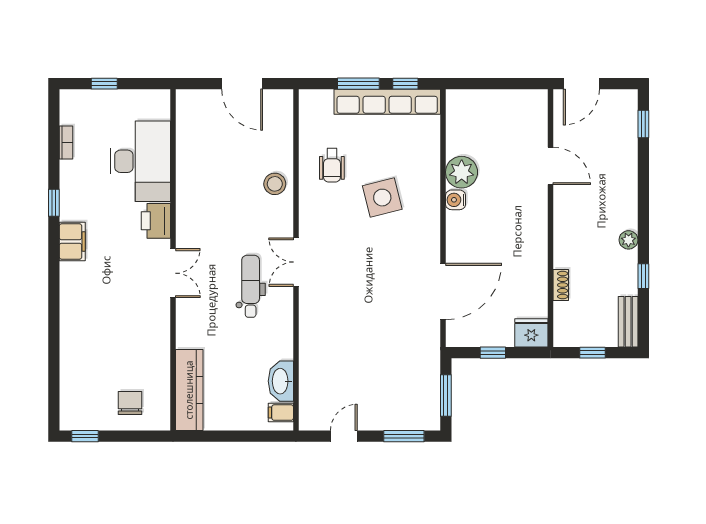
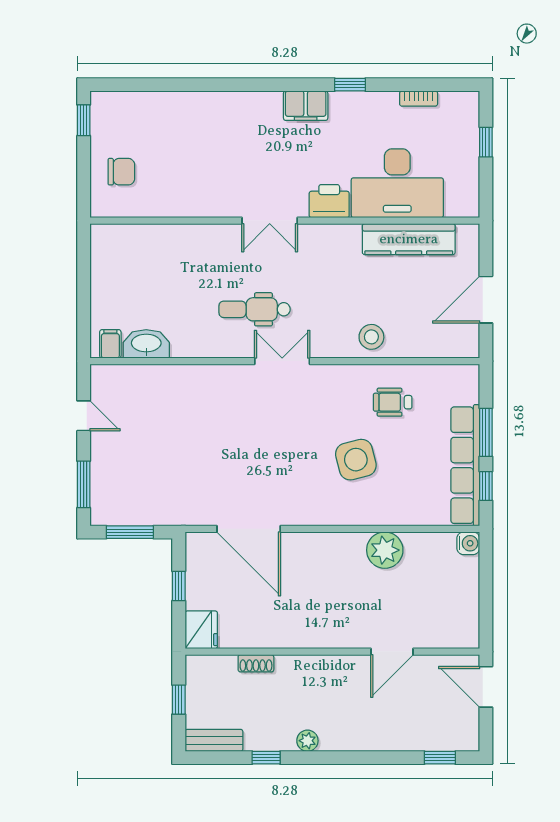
water cooler: (456, 200) -> (468, 543), moved, turned 90
dental chair: (251, 286) -> (255, 309), turned 180
kitchen counter: (189, 390) -> (409, 239), moved

